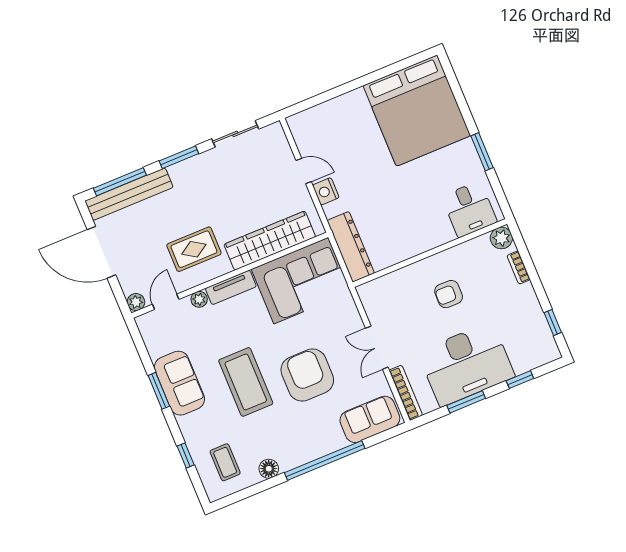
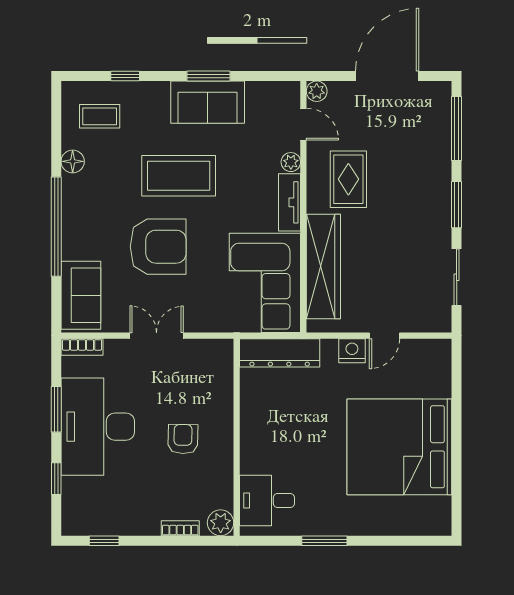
bed: (417, 111) -> (399, 447), moved
bench: (129, 194) -> (439, 133), removed
bookcase: (406, 393) -> (82, 347), width x0.64

